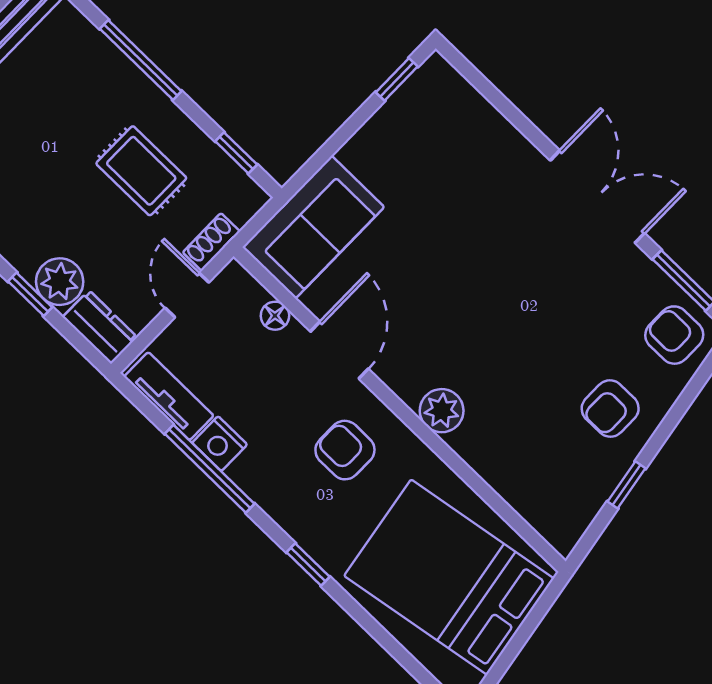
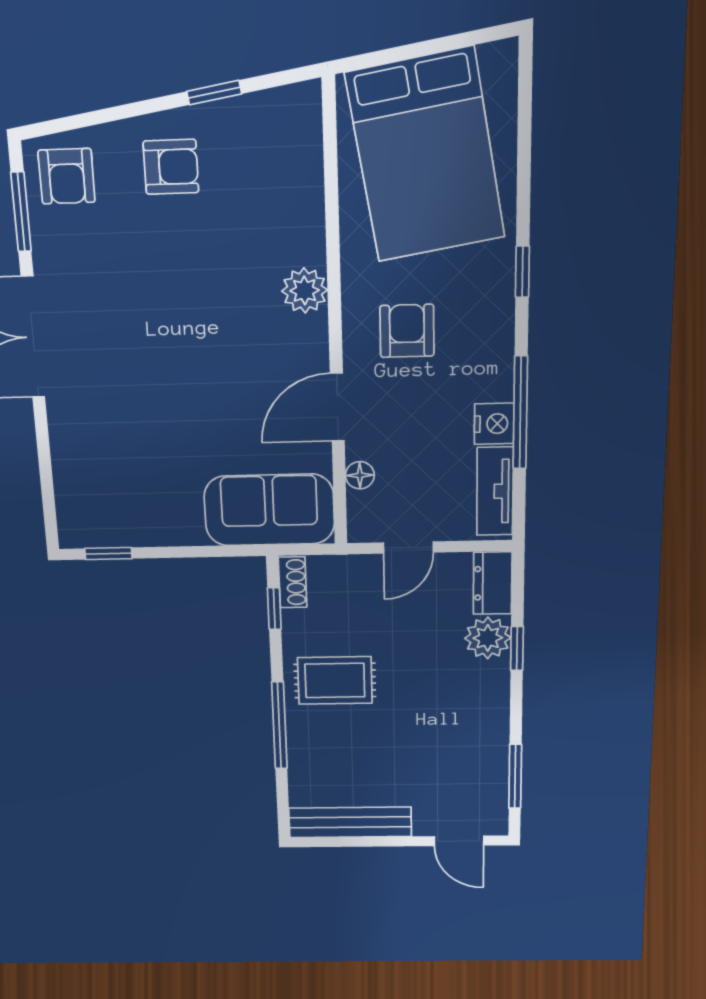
rug: (141, 171) -> (335, 680), moved, turned 90
shoe rack: (211, 242) -> (293, 582), moved, turned -90
armchair: (345, 450) -> (407, 331), turned 180

